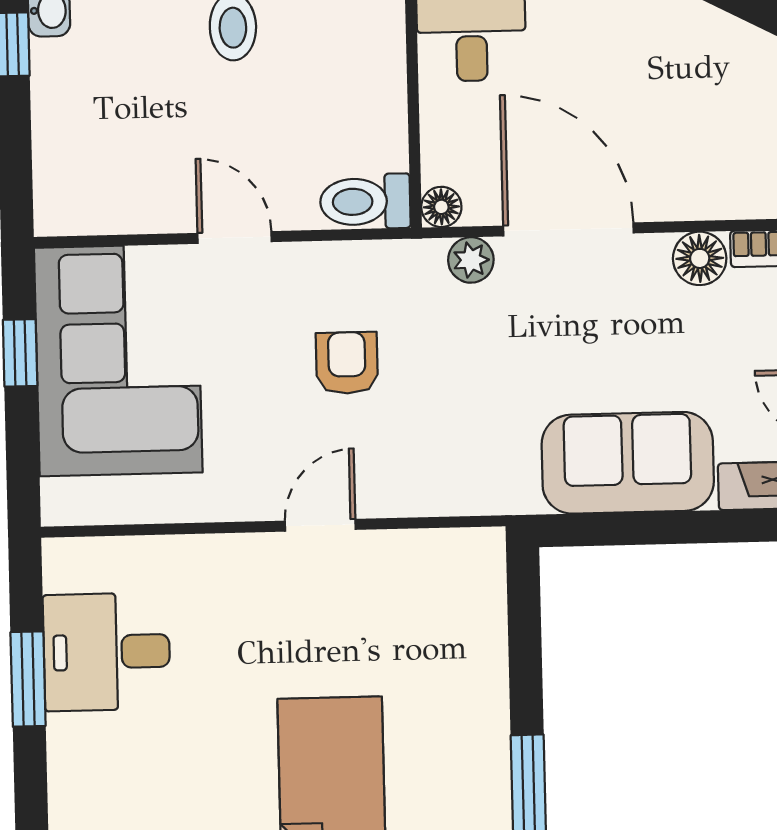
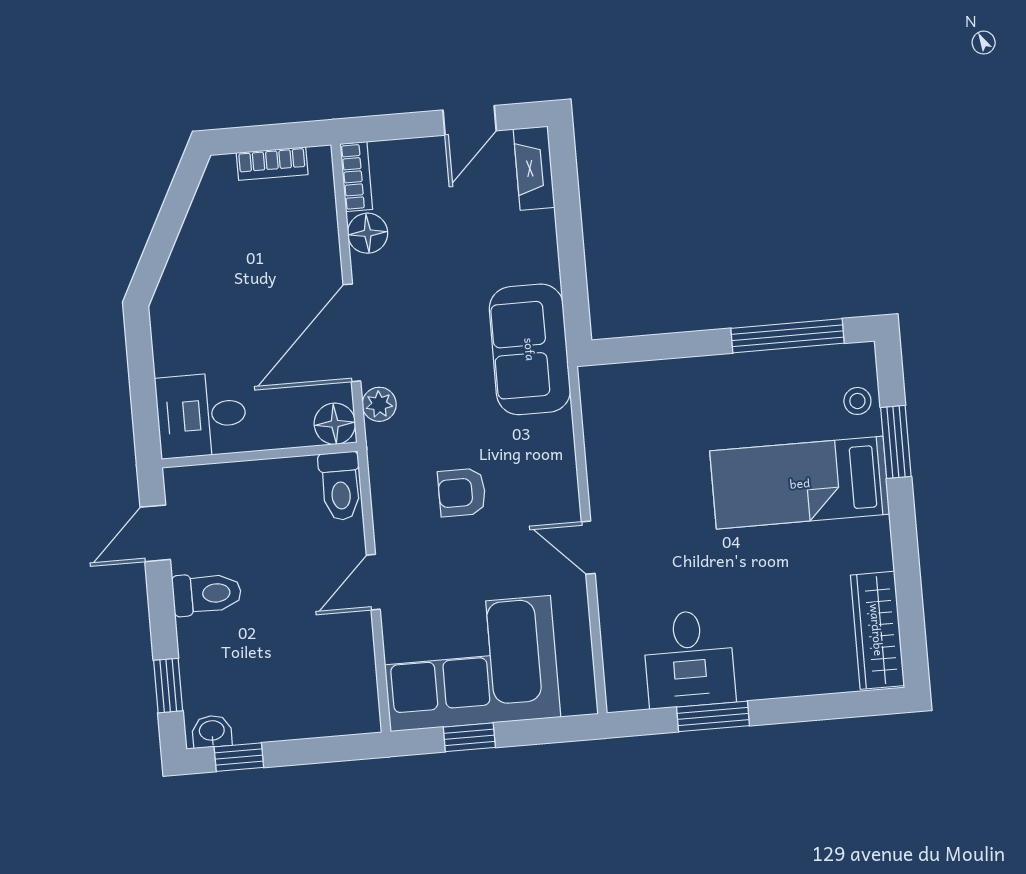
floor lamp: (441, 207) -> (335, 424), width x1.37, depth x1.37
sofa: (628, 463) -> (530, 349), moved
door: (320, 525) -> (588, 548), moved

